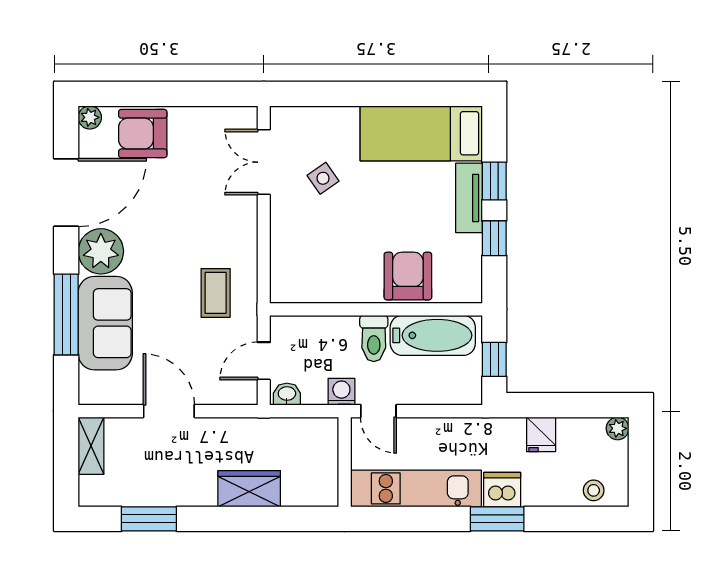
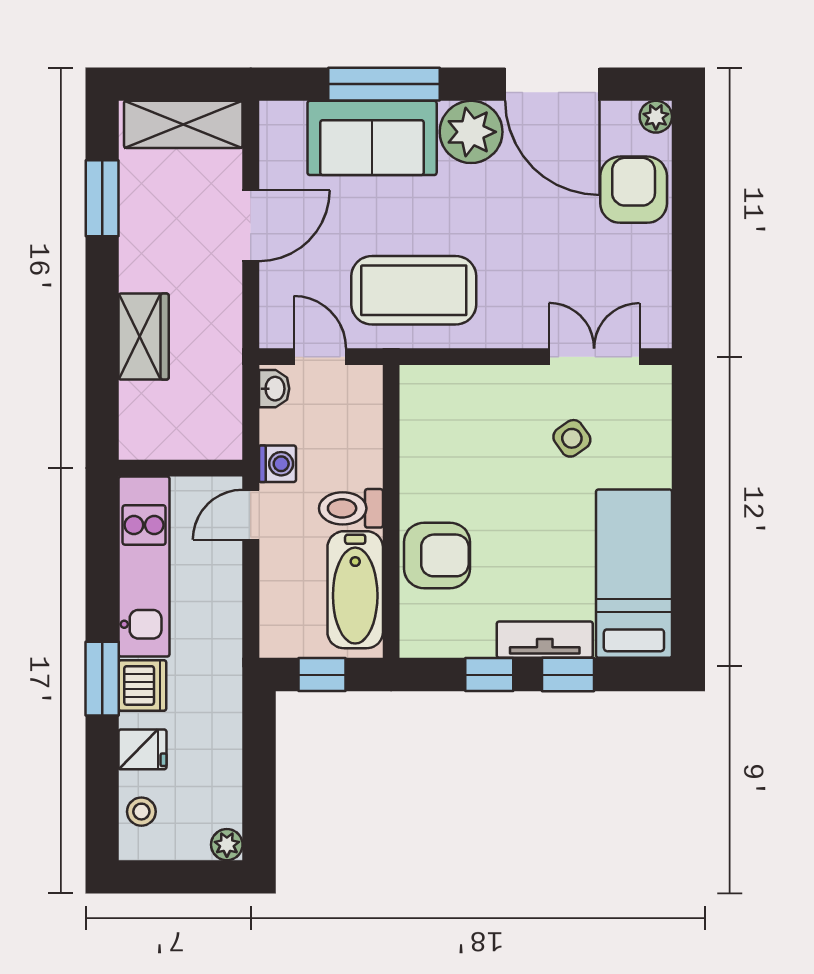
coffee table: (216, 293) -> (414, 290), width x1.86, depth x1.72
fridge: (541, 434) -> (143, 749), moved, turned 180
shelving: (91, 446) -> (183, 124), width x1.50, depth x1.33

